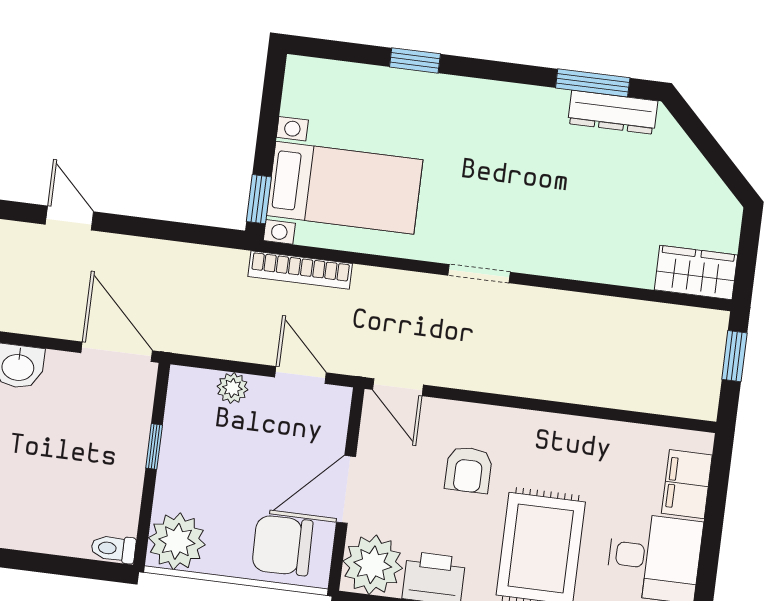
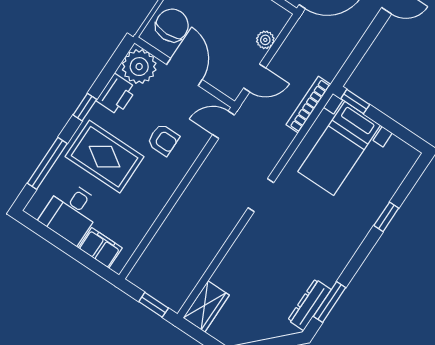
armchair: (468, 470) -> (163, 140), turned 180

